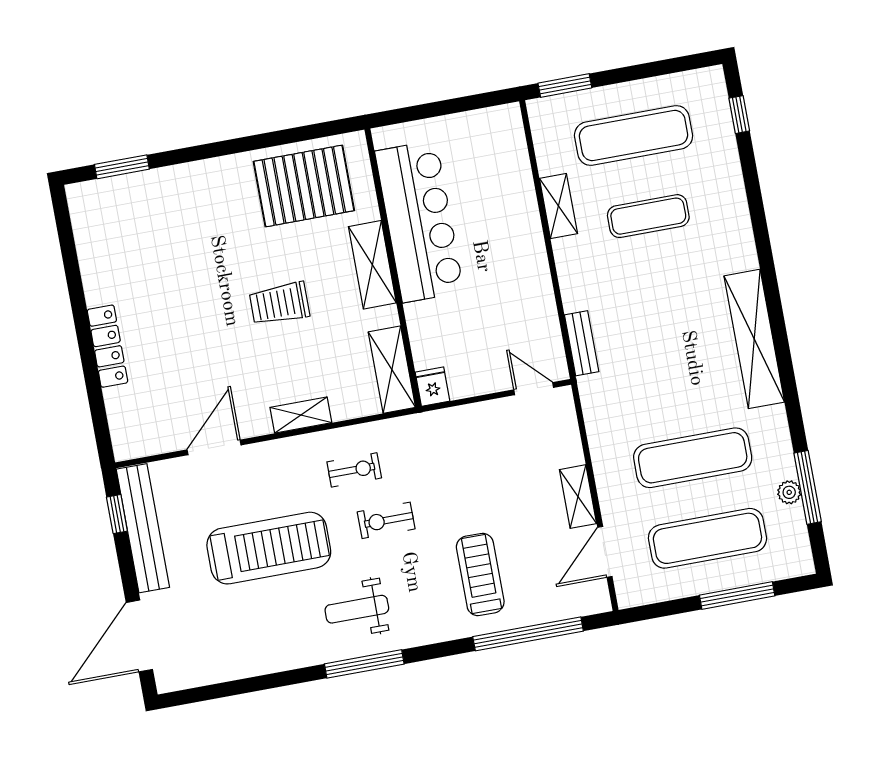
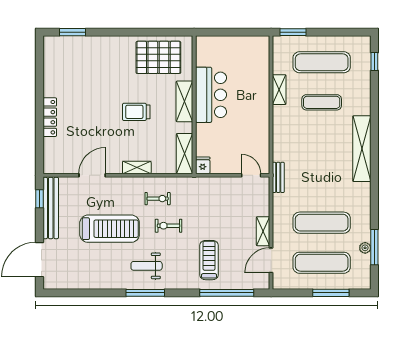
bar counter: (419, 221) -> (211, 95), width x0.73
shelving: (754, 339) -> (362, 149), moved
bench: (582, 343) -> (278, 177), moved

